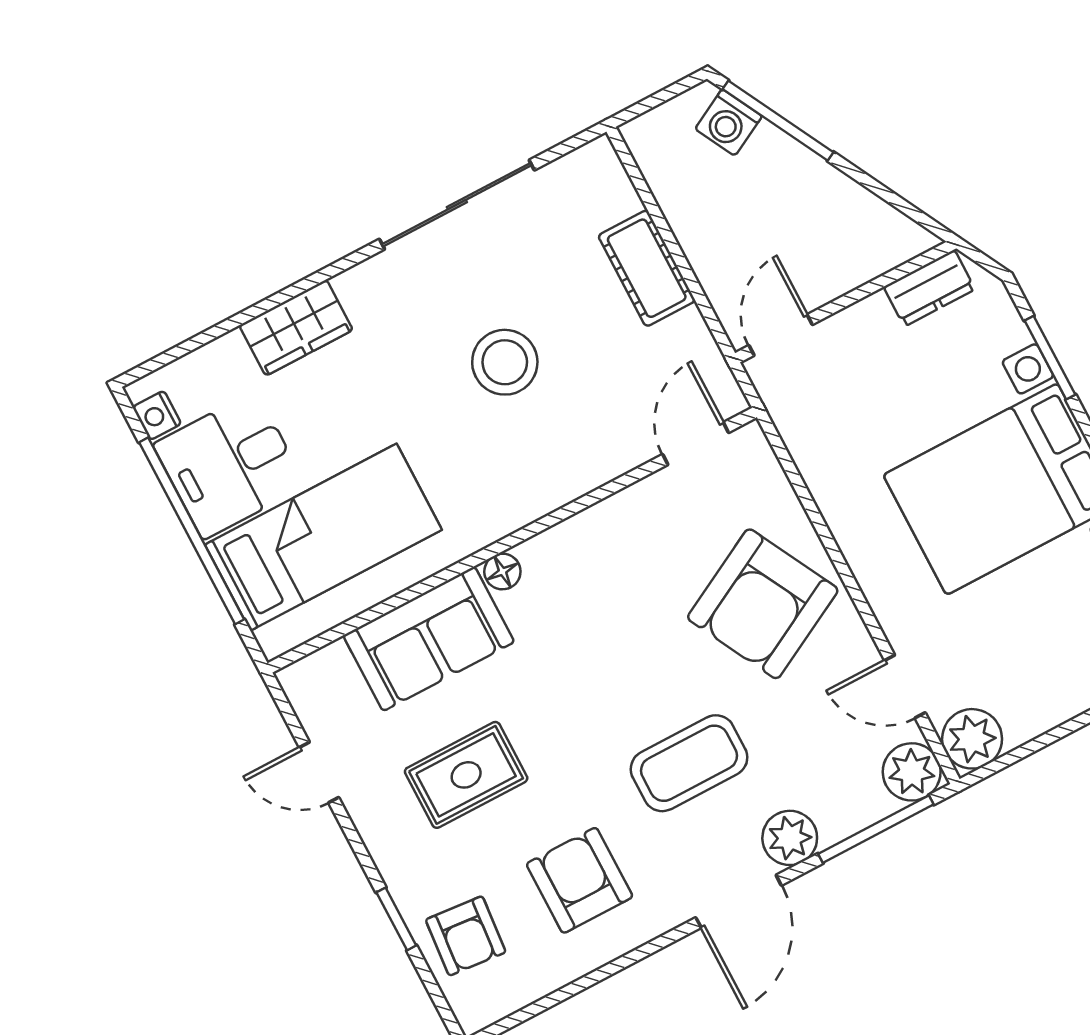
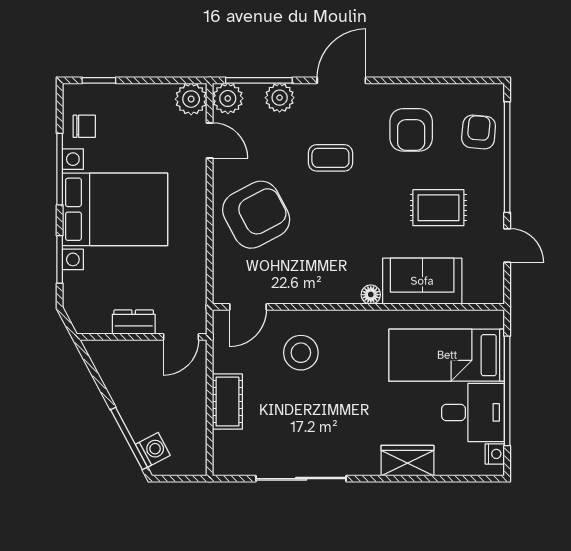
dresser: (929, 288) -> (134, 322), moved
stool: (505, 362) -> (301, 353), moved
coffee table: (689, 763) -> (330, 158), width x0.73, depth x0.77
plant: (790, 838) -> (280, 98), moved
window: (396, 919) -> (507, 157), width x3.17

